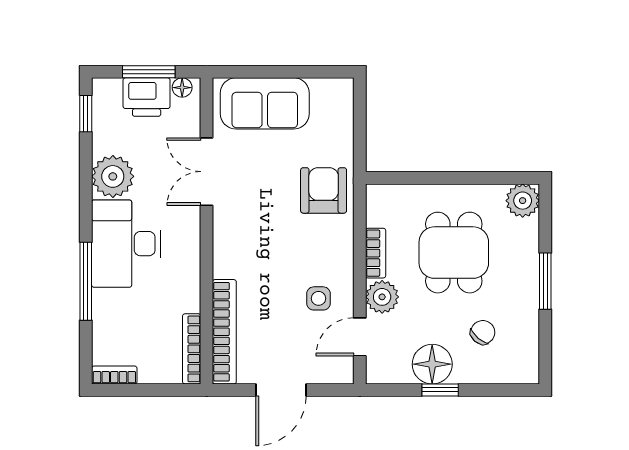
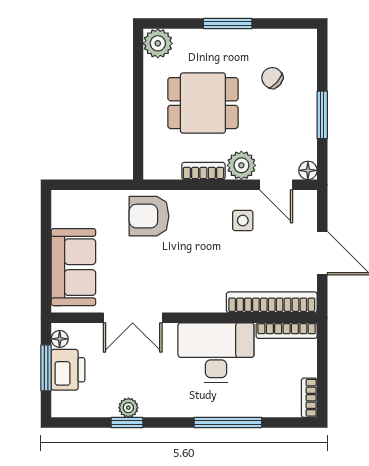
window: (86, 114) -> (127, 423), moved
plant: (113, 176) -> (128, 408), width x0.53, depth x0.53
desk: (126, 244) -> (216, 353), moved, turned 180
floor lamp: (432, 364) -> (308, 170), moved, width x0.53, depth x0.53
window: (440, 390) -> (322, 115), width x1.50

